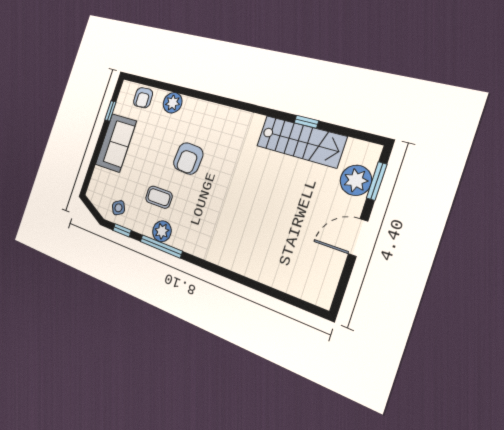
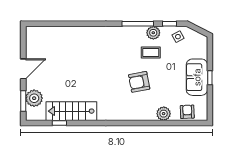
window: (110, 111) -> (210, 78), moved
window: (306, 122) -> (59, 123), moved
armchair: (188, 158) -> (139, 82), turned -105
plant: (162, 231) -> (153, 33), moved

